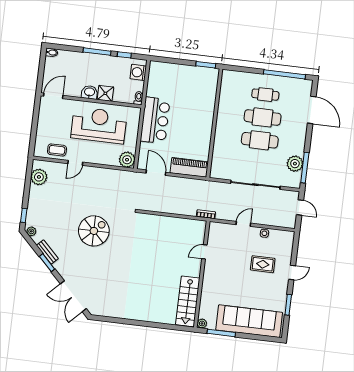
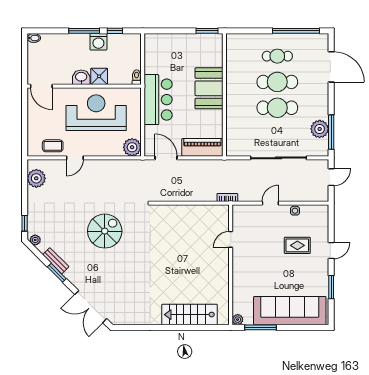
washing machine: (138, 72) -> (98, 42), moved, turned -90
door: (53, 96) -> (41, 86), swing flipped
booth: (201, 116) -> (209, 88), added
door: (300, 207) -> (331, 177), hinge flipped
stairs: (188, 301) -> (190, 315), moved, turned 90

